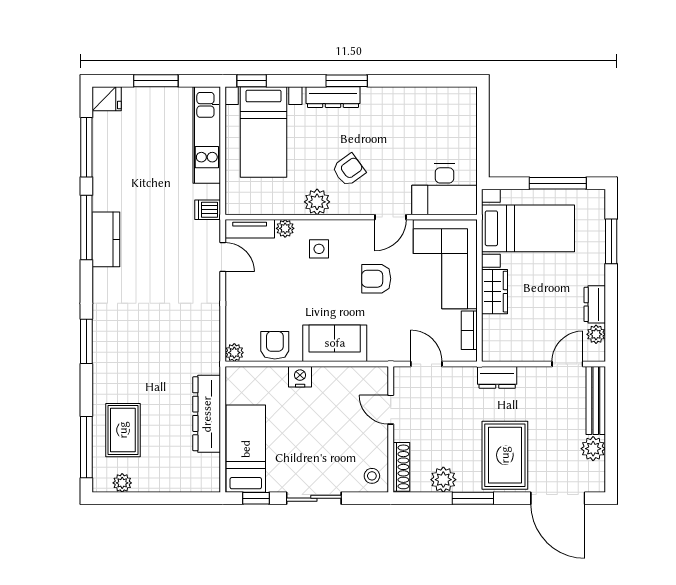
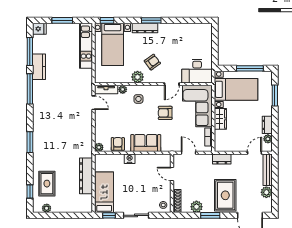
dishwasher: (208, 210) -> (86, 81), removed
kitchen counter: (106, 239) -> (39, 67), moved
window: (86, 447) -> (30, 192), width x0.46

